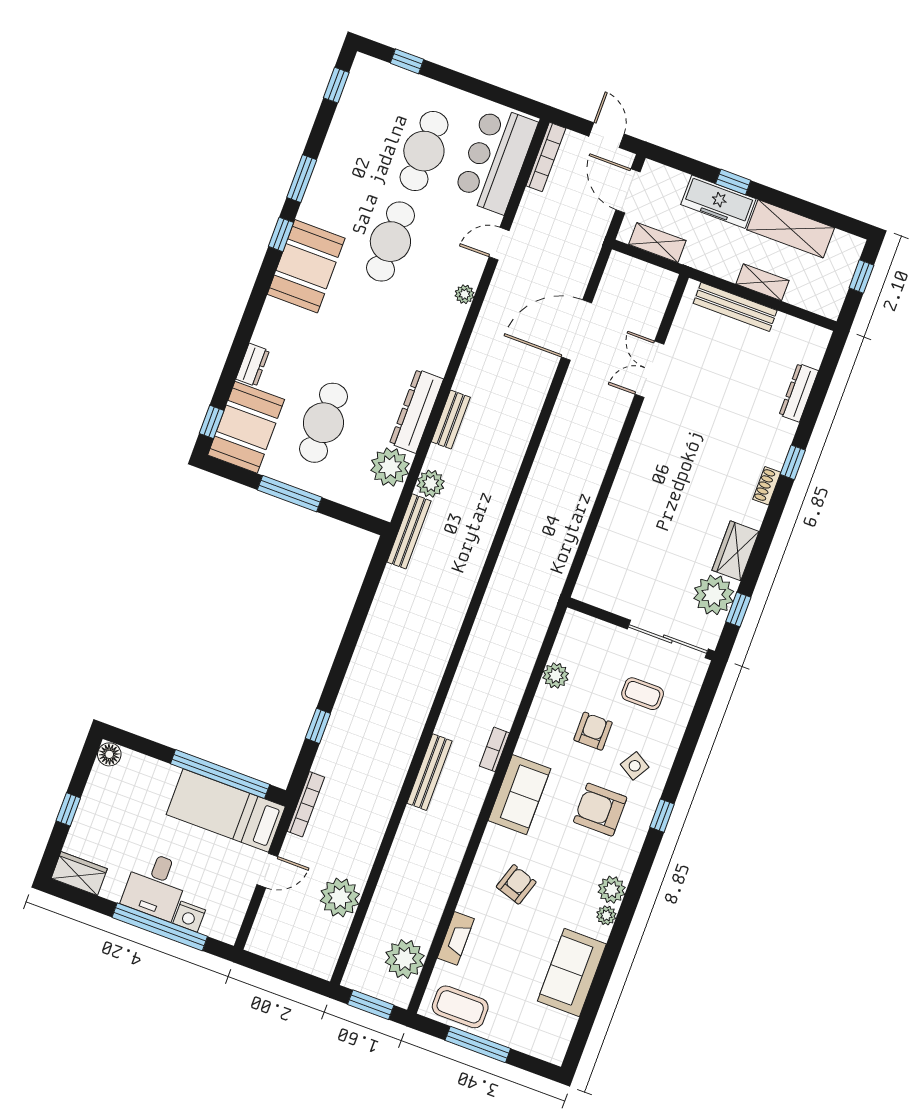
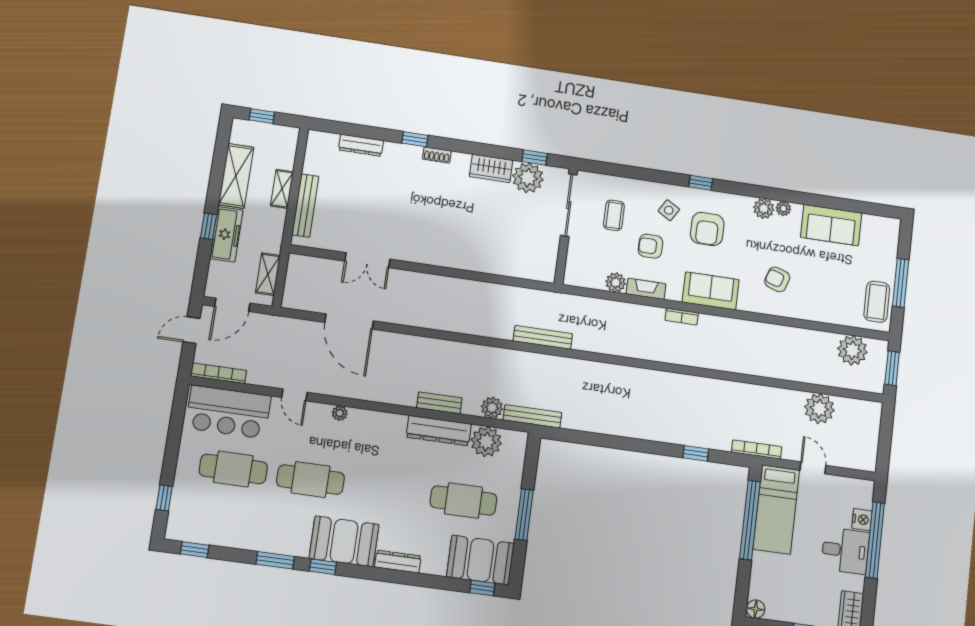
dresser: (253, 365) -> (398, 562), moved, width x1.44
bench: (430, 772) -> (543, 337), moved
fireplace: (456, 938) -> (646, 289), moved

